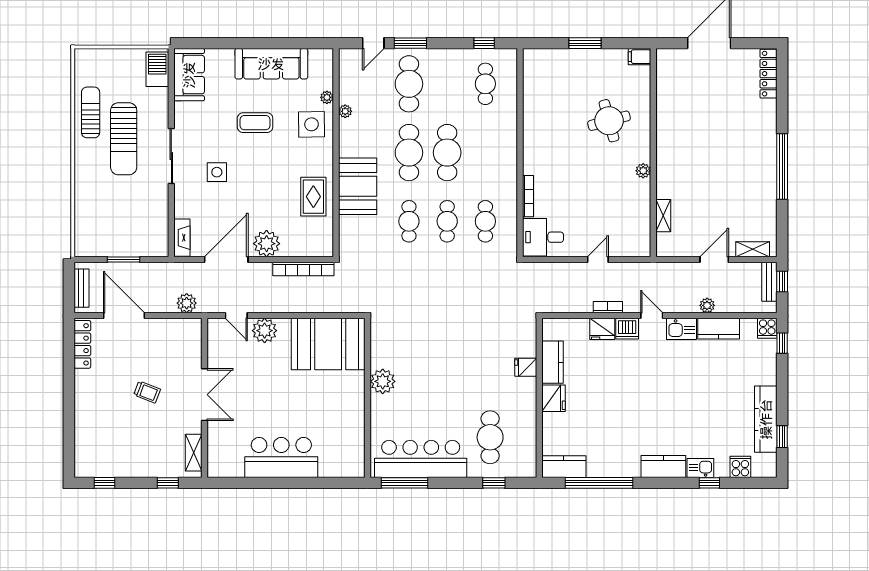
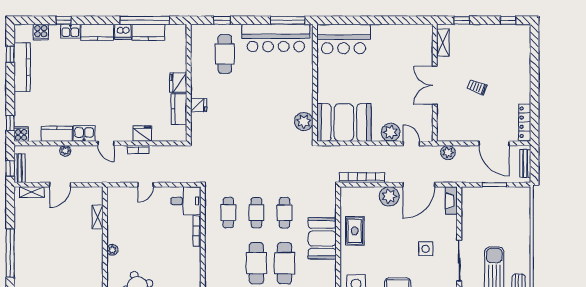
dishwasher: (627, 329) -> (123, 32), moved, turned 180
plant: (383, 381) -> (304, 121), moved
bar counter: (281, 457) -> (344, 39), moved
kitchen counter: (564, 467) -> (148, 32), moved

